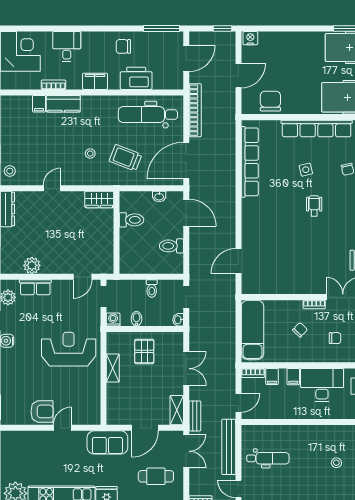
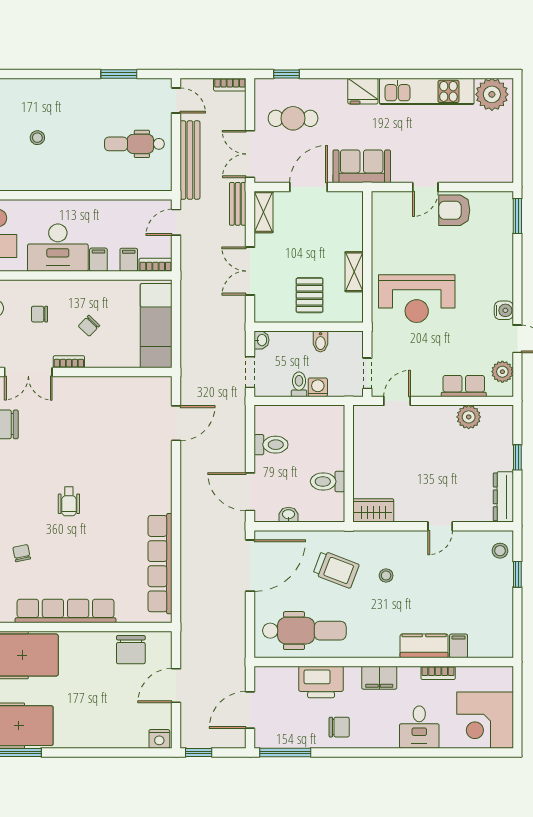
bookcase: (195, 110) -> (237, 637), removed
side table: (306, 170) -> (81, 553), removed
washing machine: (113, 319) -> (318, 387), moved, turned 180

